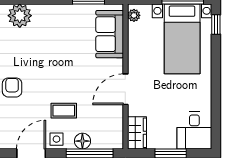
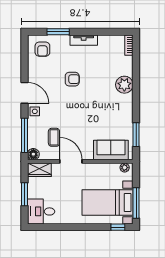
coffee table: (64, 111) -> (54, 137), moved
floor lamp: (82, 141) -> (33, 154), moved

